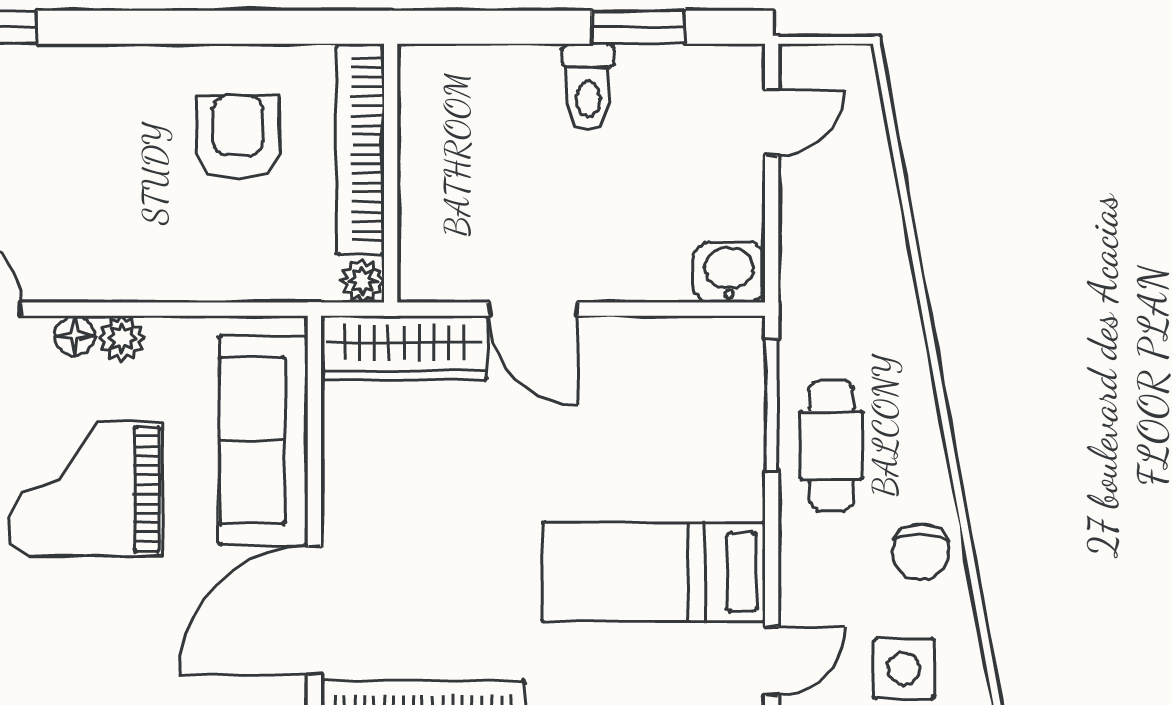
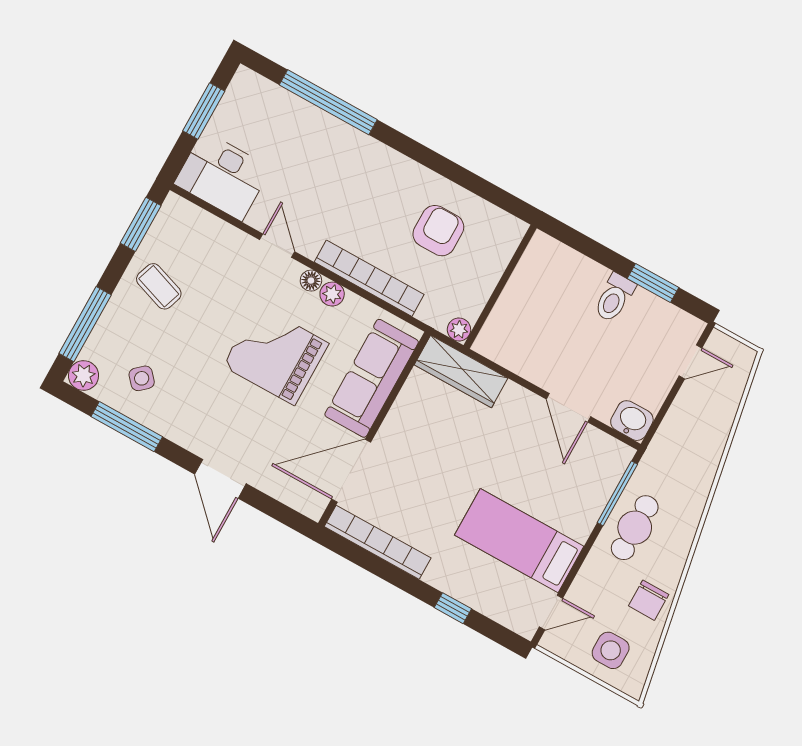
bookcase: (360, 150) -> (369, 278), moved, turned 90
door: (533, 309) -> (569, 408), moved

